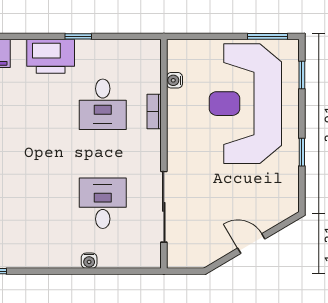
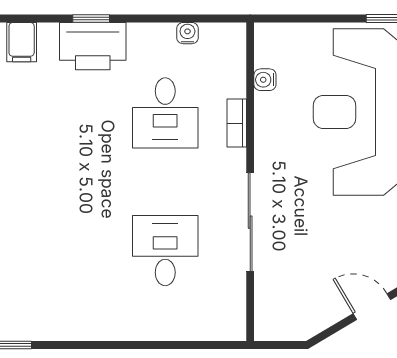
window: (78, 36) -> (91, 19), moved
sliding door: (164, 207) -> (250, 222), moved
water cooler: (89, 261) -> (187, 33), moved, turned 180

